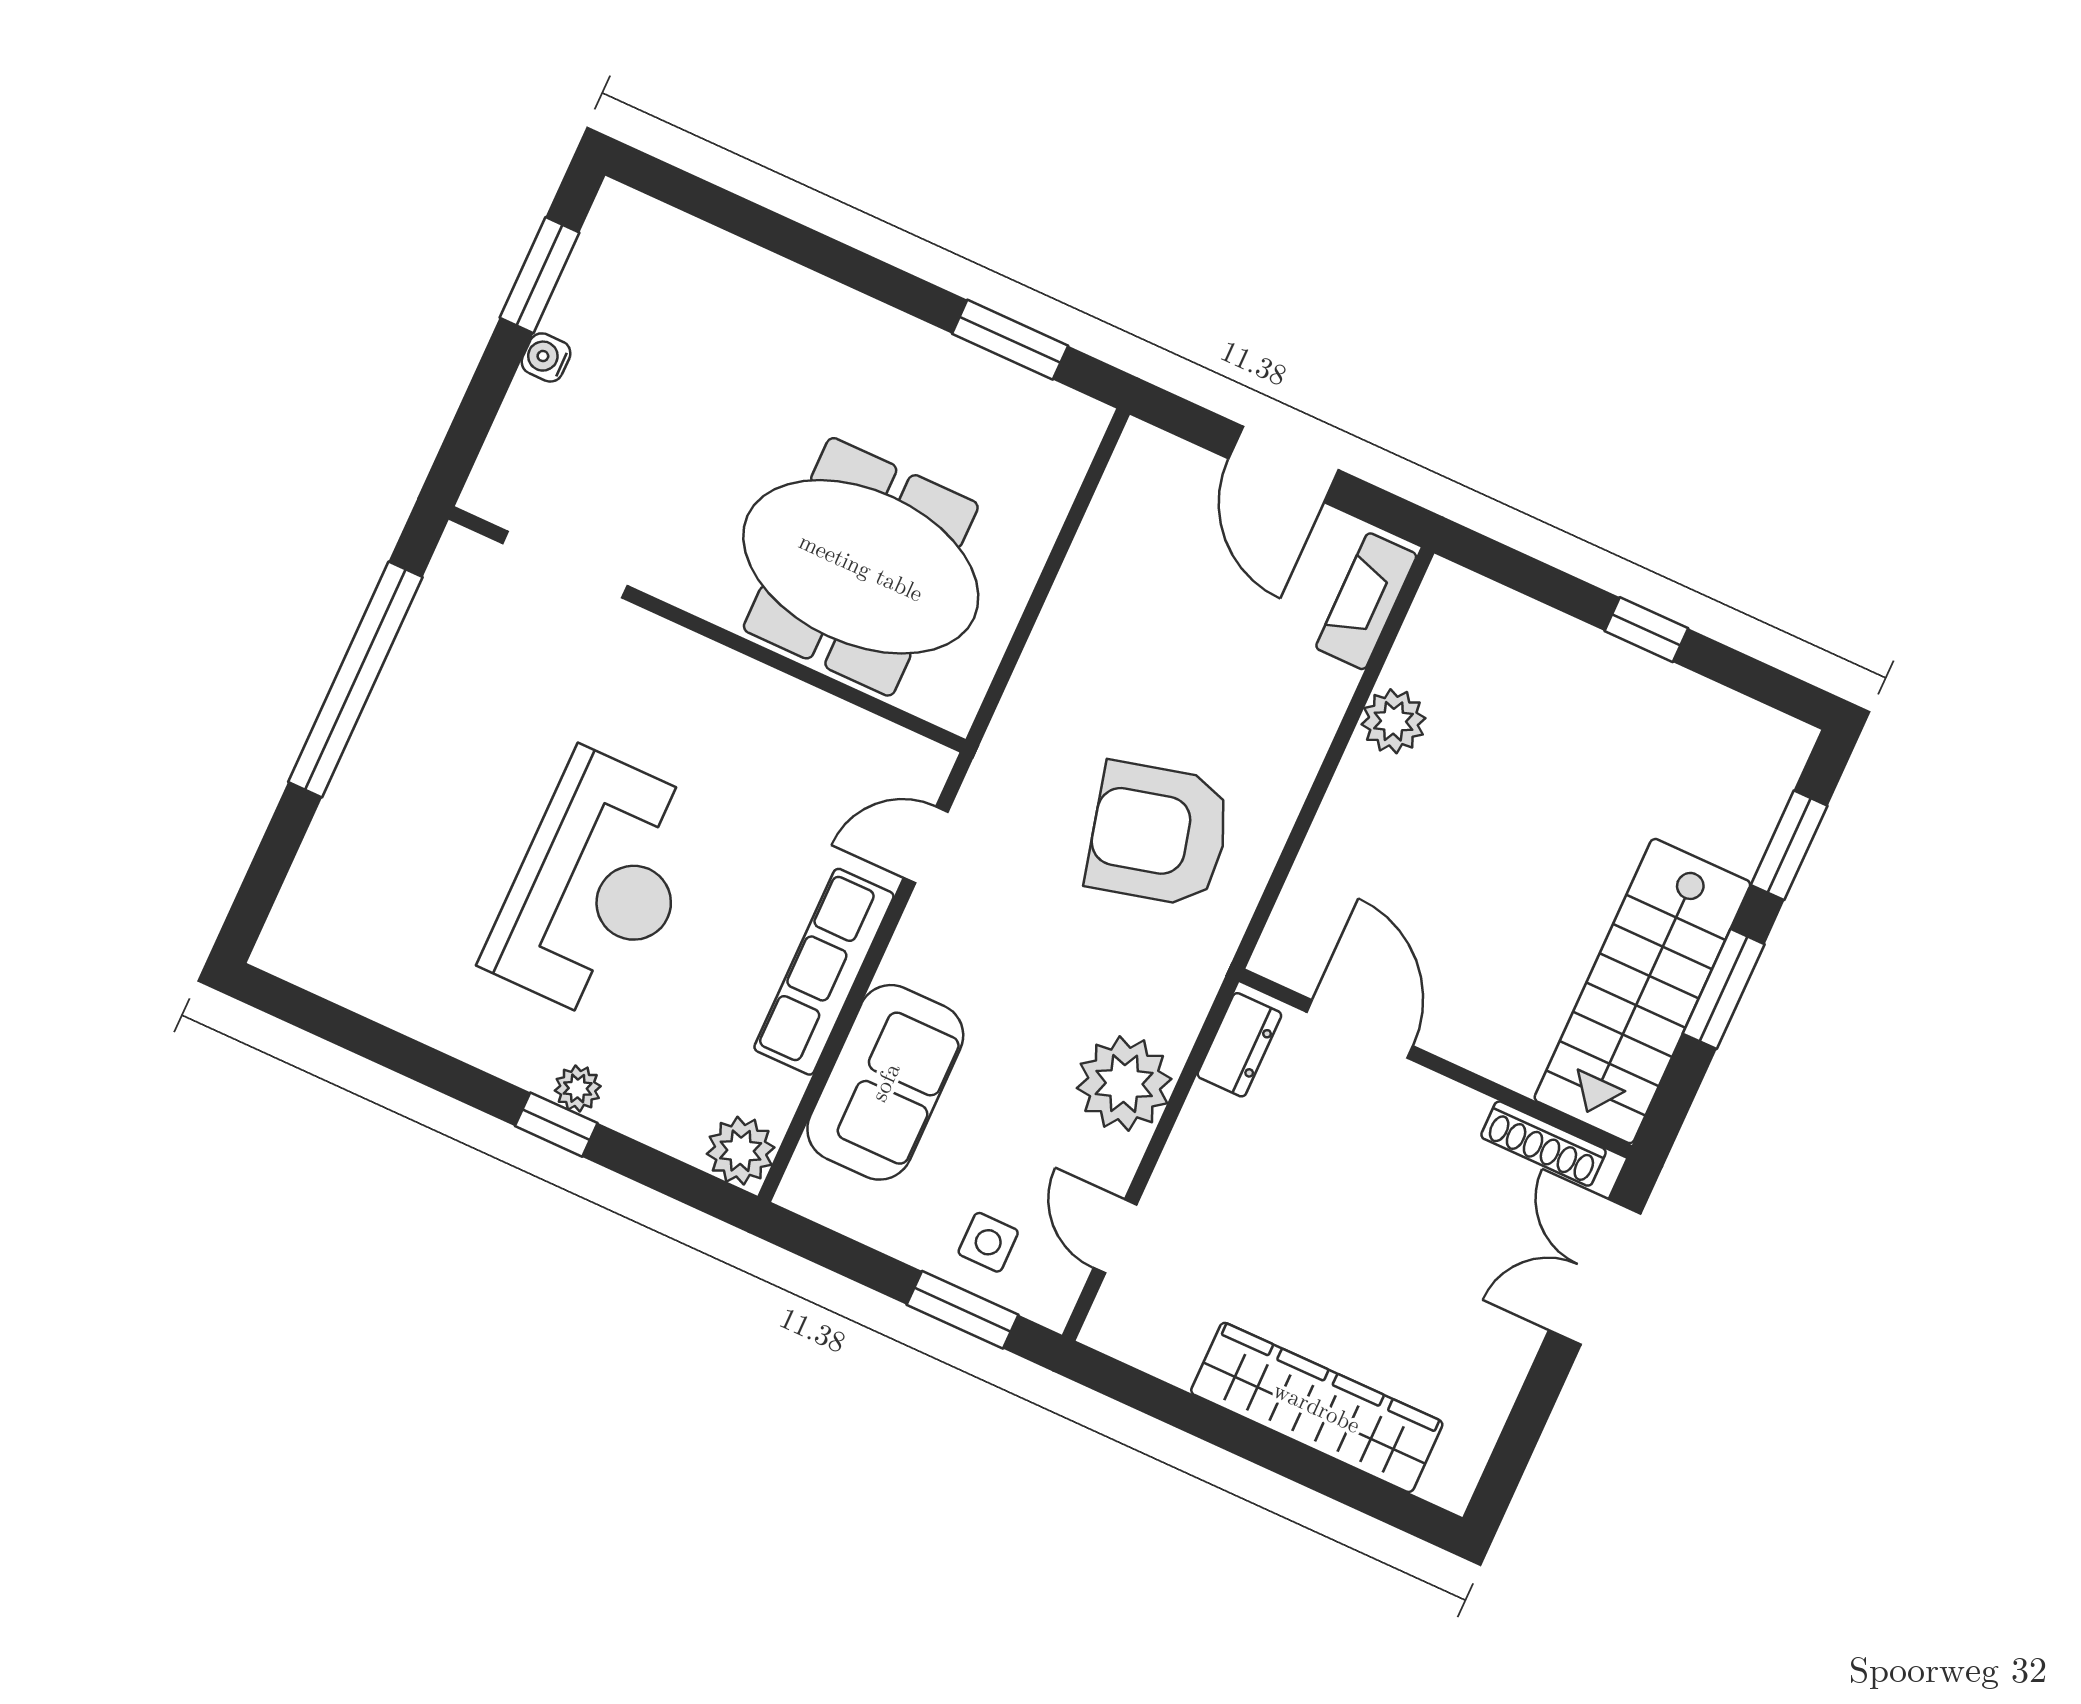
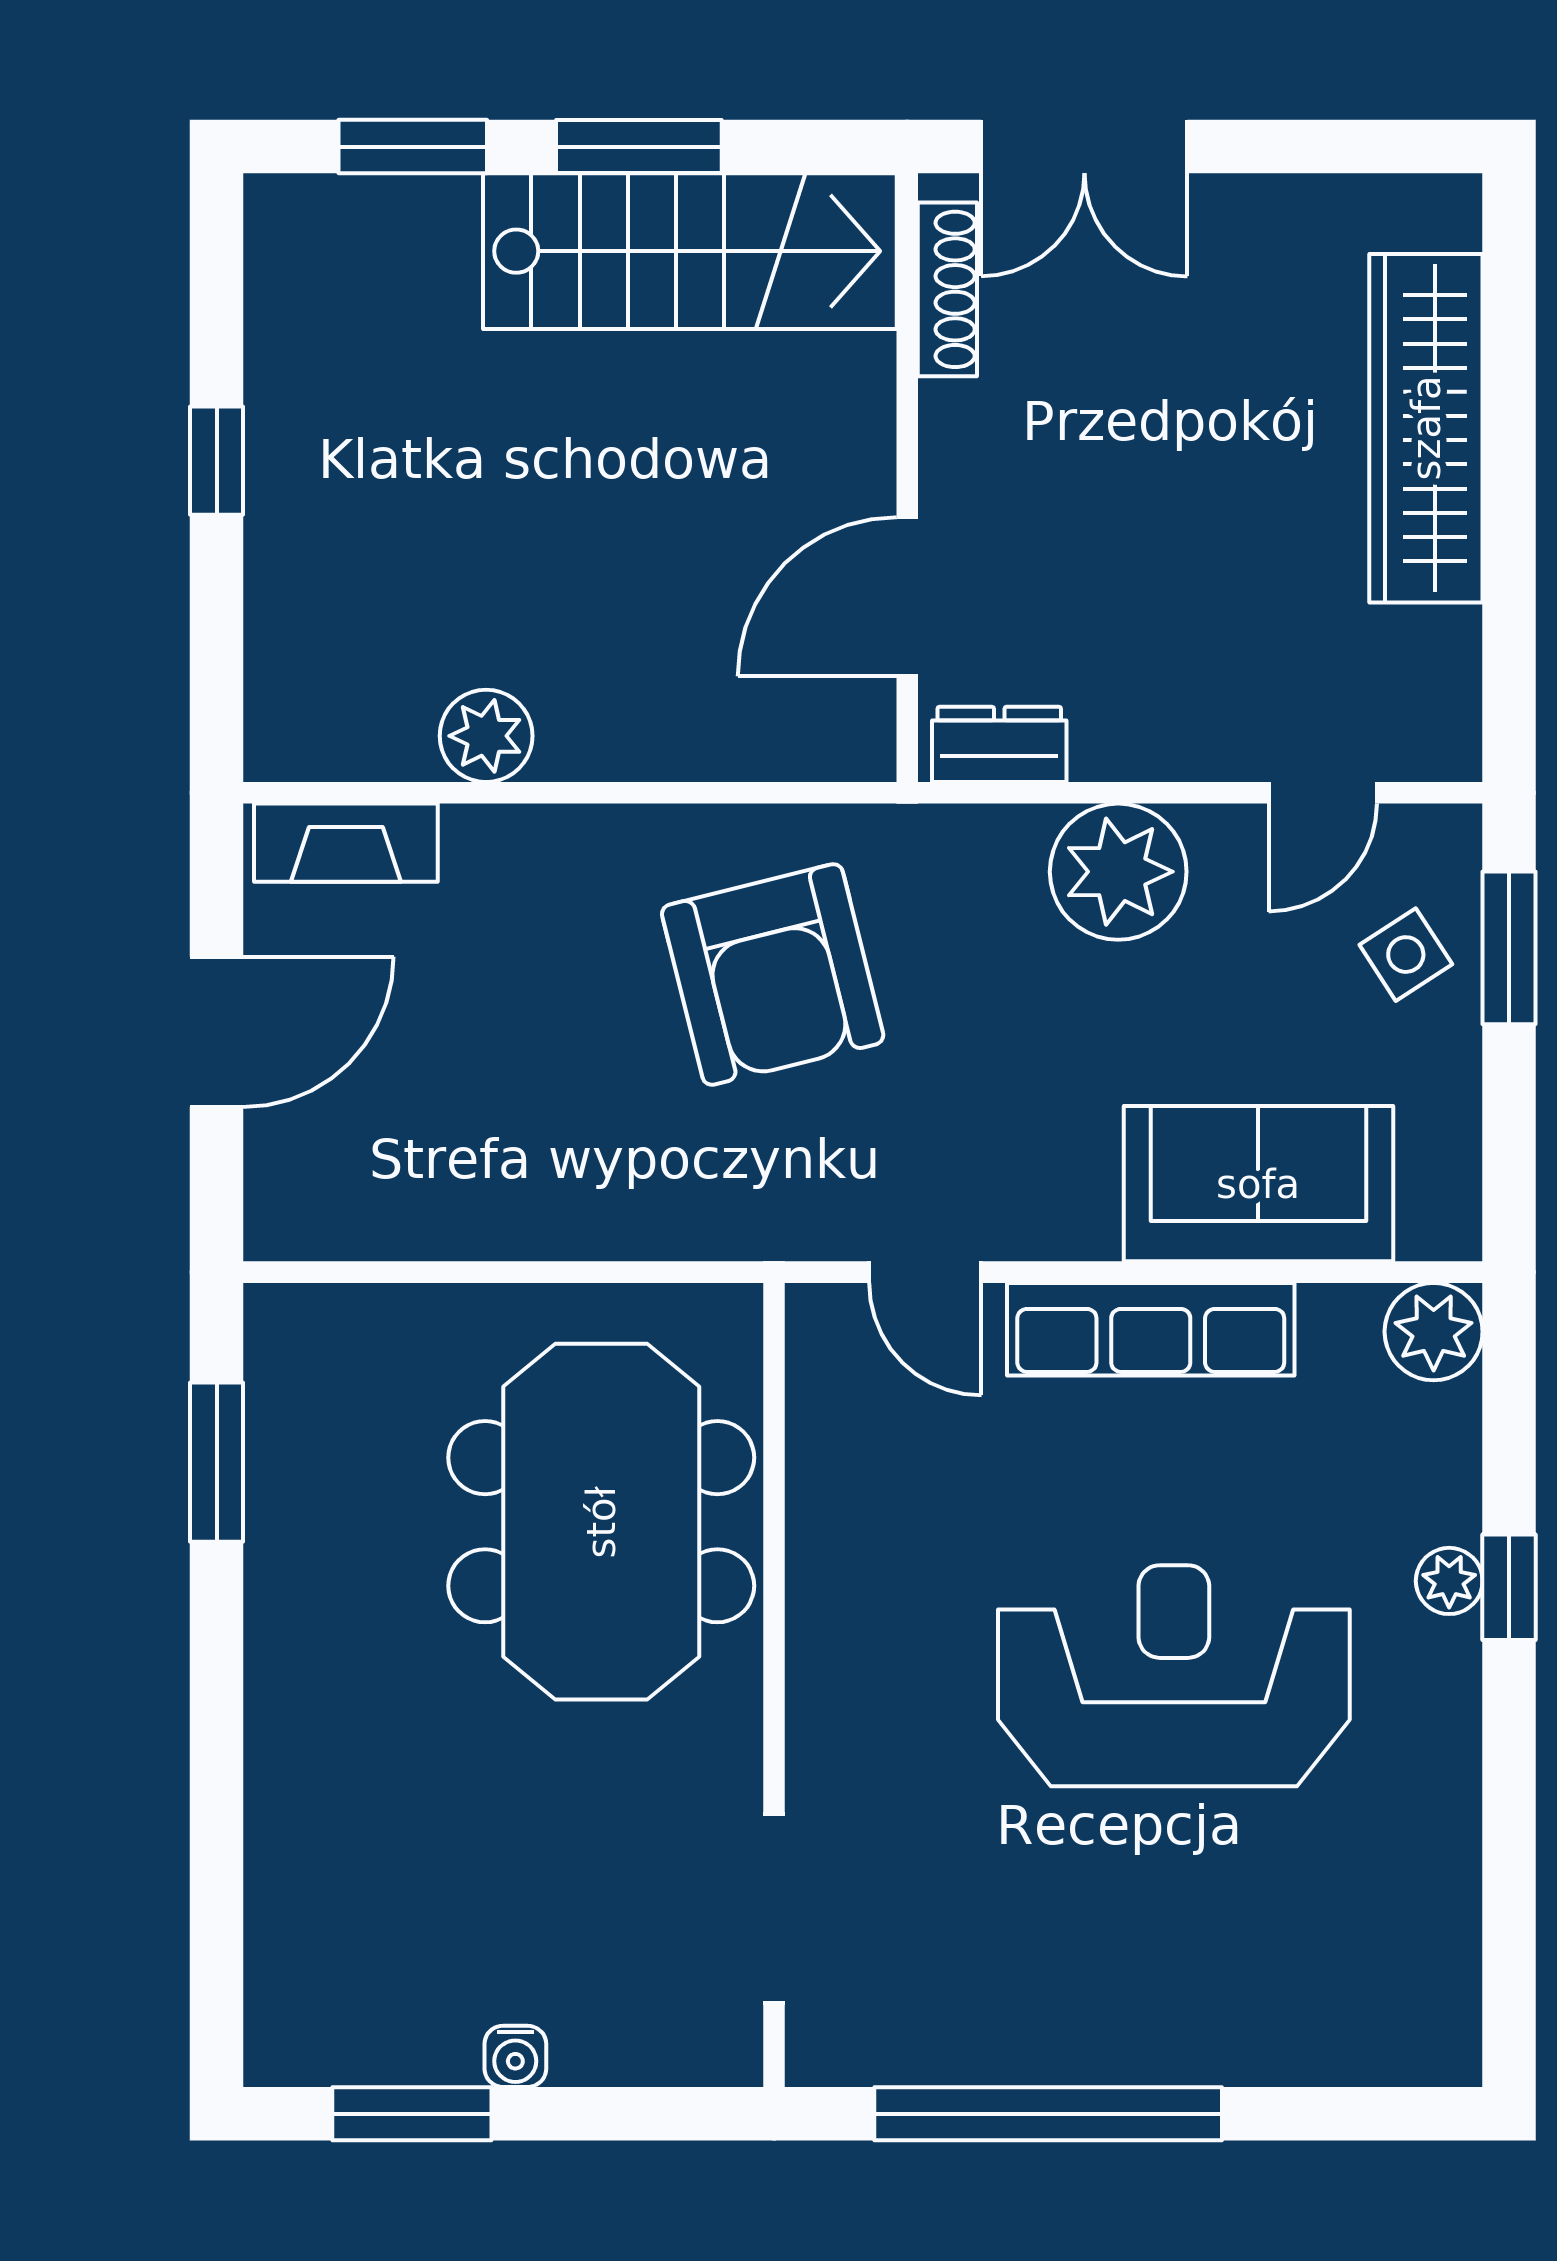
side table: (988, 1242) -> (1406, 955), turned -33

